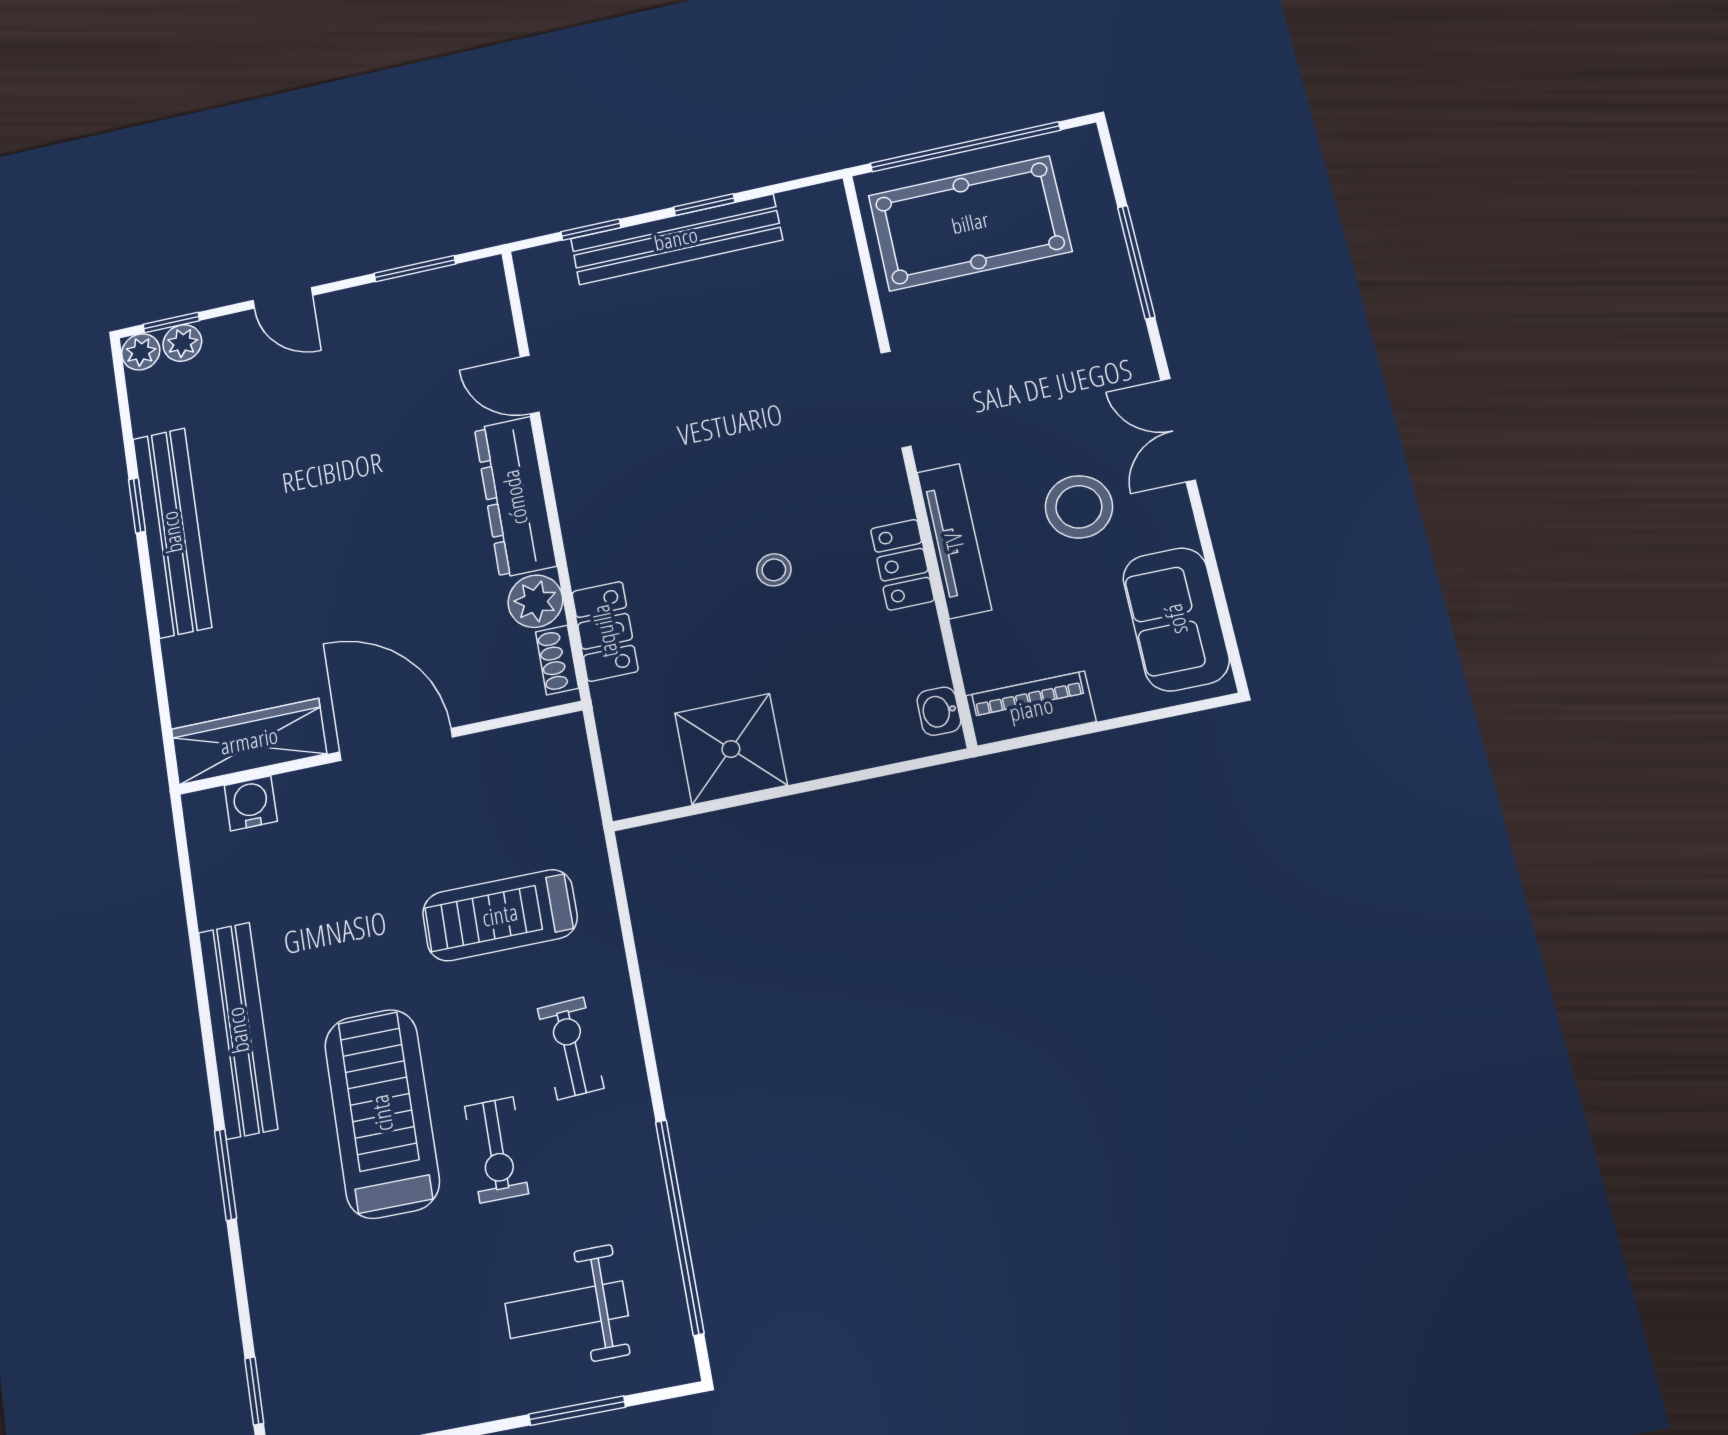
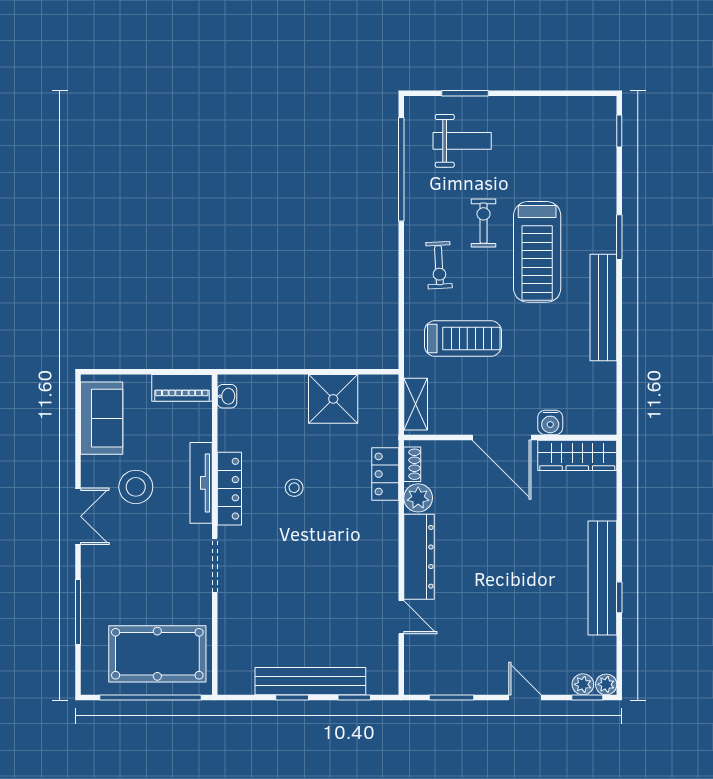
locker: (902, 565) -> (229, 489), width x1.53
shelving: (570, 772) -> (416, 404), added
water cooler: (251, 803) -> (550, 422), moved

